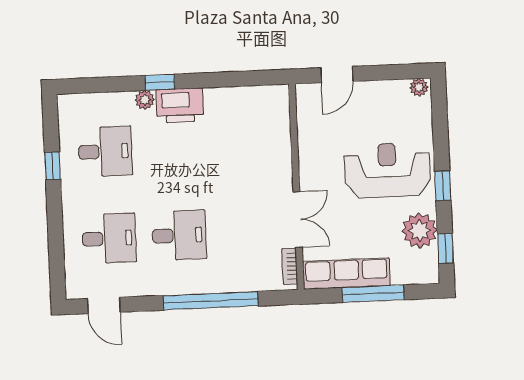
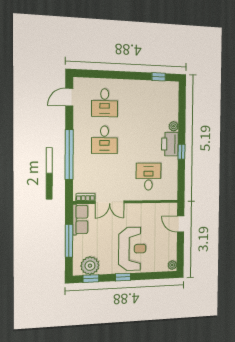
window: (160, 82) -> (182, 152), moved
desk: (105, 151) -> (148, 177), moved, turned 180
window: (53, 166) -> (159, 77), moved
plant: (420, 230) -> (90, 266), moved
row of seats: (346, 274) -> (80, 220), width x0.68

